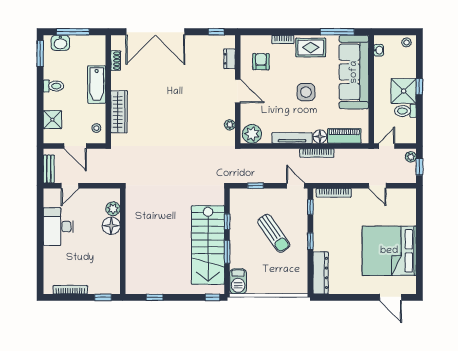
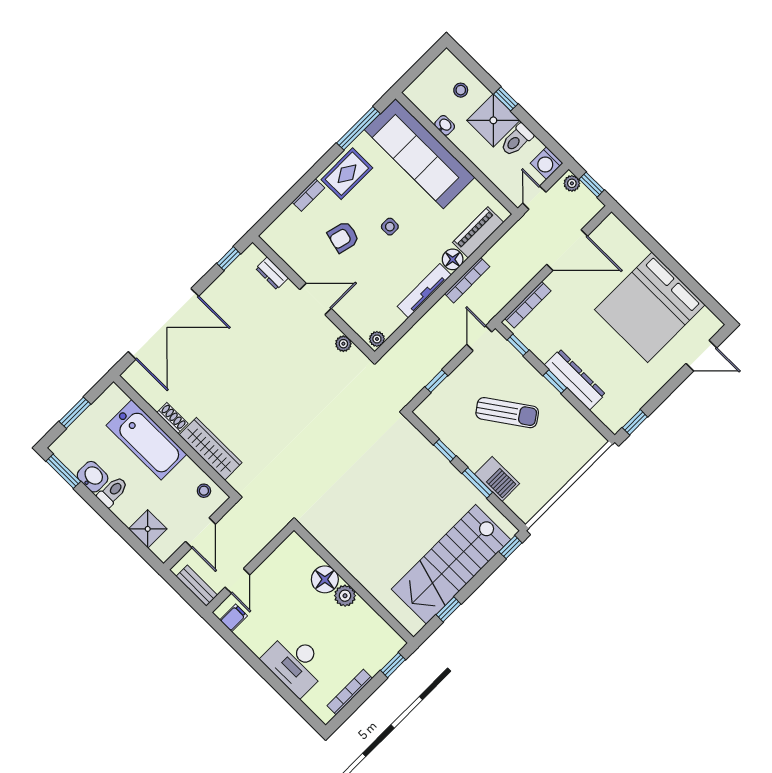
window: (73, 32) -> (75, 413), width x0.69
stool: (407, 42) -> (461, 90), moved
washbasin: (60, 43) -> (93, 477), moved, turned -90
washbasin: (379, 50) -> (445, 125), moved
shoe rack: (116, 61) -> (172, 418), moved
armchair: (261, 62) -> (343, 237), moved, turned -76
bathtub: (97, 85) -> (146, 440), width x1.36, depth x1.36
side table: (306, 92) -> (390, 227), width x0.54, depth x0.54
plant: (252, 134) -> (377, 339), width x0.53, depth x0.53
washing machine: (408, 136) -> (547, 163), added
door: (75, 146) -> (200, 533), hinge flipped
door: (296, 186) -> (479, 338), hinge flipped
door: (377, 186) -> (567, 250), width x1.87
filing cabinet: (51, 201) -> (234, 618), added
plant: (113, 209) -> (345, 596), moved
desk: (58, 227) -> (295, 663), moved
stairs: (208, 245) -> (451, 564), moved, turned 90
dresser: (321, 273) -> (575, 380), moved
barbecue: (238, 281) -> (497, 479), moved
window: (329, 297) -> (635, 422), added

